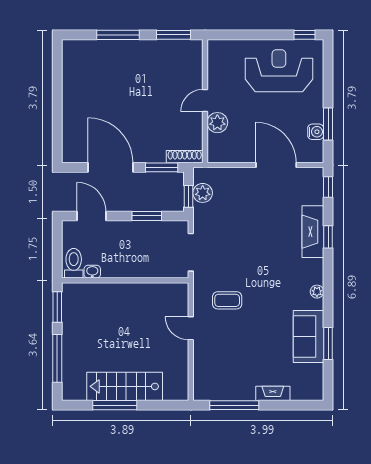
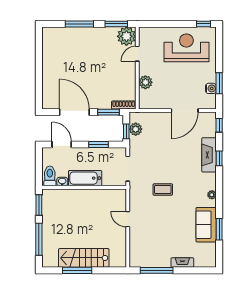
plant: (189, 53) -> (126, 36), added
door: (205, 101) -> (137, 54), moved
door: (276, 165) -> (185, 111), swing flipped
bathtub: (127, 267) -> (85, 178), added
coffee table: (227, 300) -> (163, 189), moved

